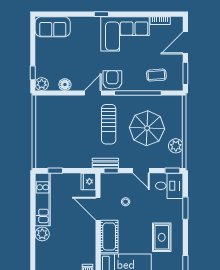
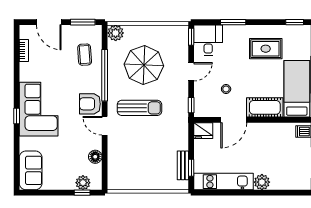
corner sofa: (125, 34) -> (39, 109), moved
plant: (42, 84) -> (83, 183), moved
plant: (176, 146) -> (116, 33), moved
bench: (105, 163) -> (183, 165), moved

